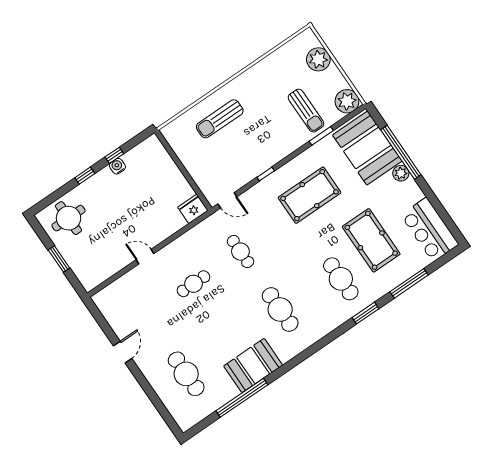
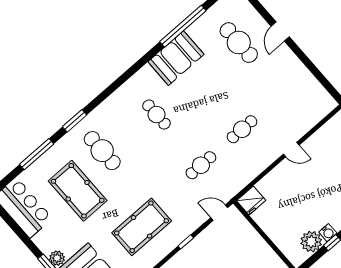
plant: (136, 159) -> (311, 242), added
cafe table: (240, 252) -> (201, 165), turned 90
cafe table: (280, 309) -> (157, 115), width x0.73, depth x0.74
door: (123, 352) -> (280, 32), moved

